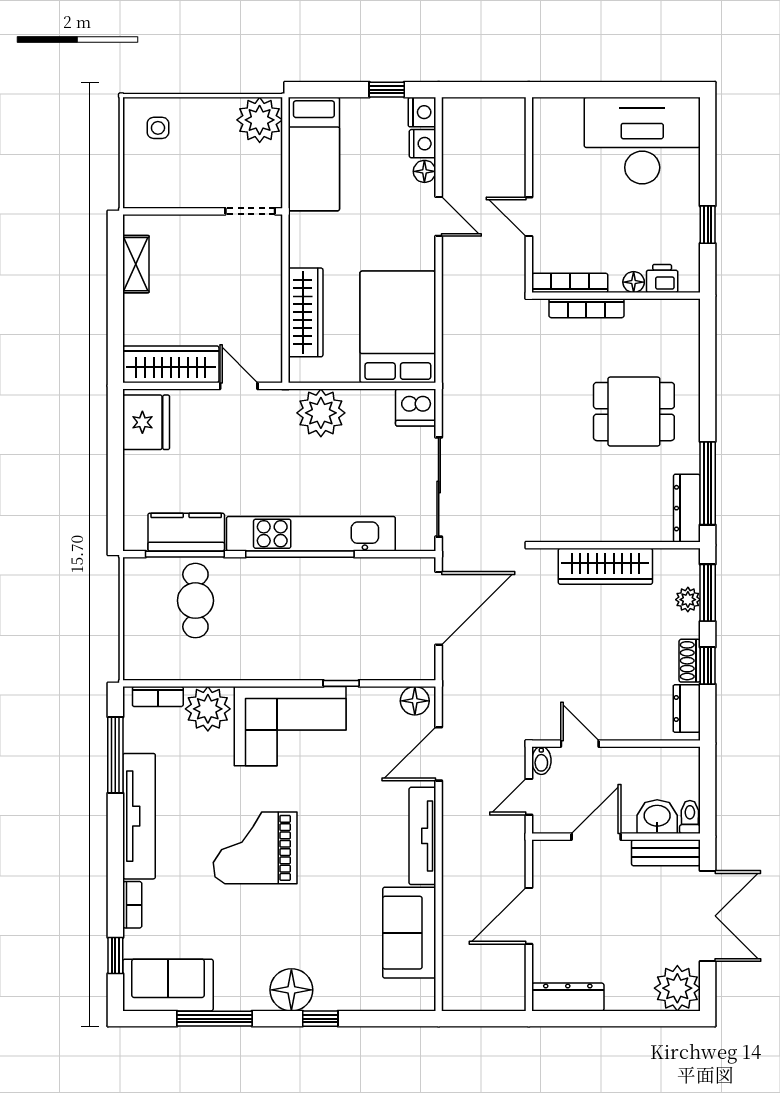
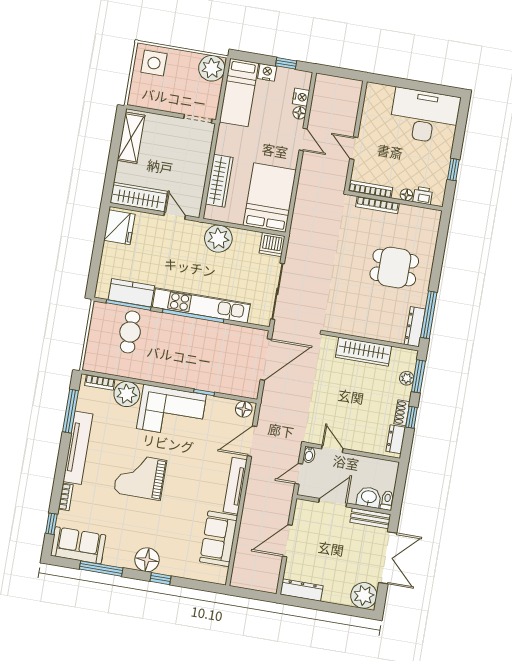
nightstand: (422, 112) -> (267, 72), moved, turned -90
side table: (158, 128) -> (154, 63), width x1.87, depth x1.87
shelving: (136, 264) -> (131, 138), width x1.50, depth x1.33

